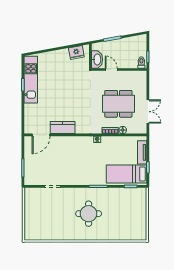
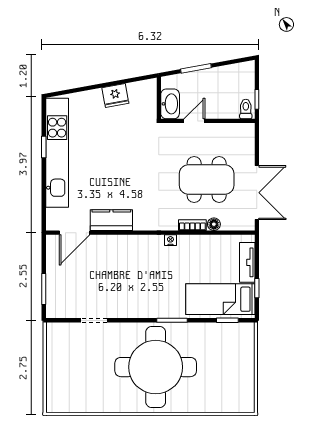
fridge: (76, 52) -> (115, 95), moved
door: (111, 69) -> (194, 121), hinge flipped
kitchen unit: (31, 80) -> (57, 153), width x1.36
double door: (148, 112) -> (257, 193), width x1.37
round table: (89, 214) -> (156, 367), width x1.86, depth x1.86

